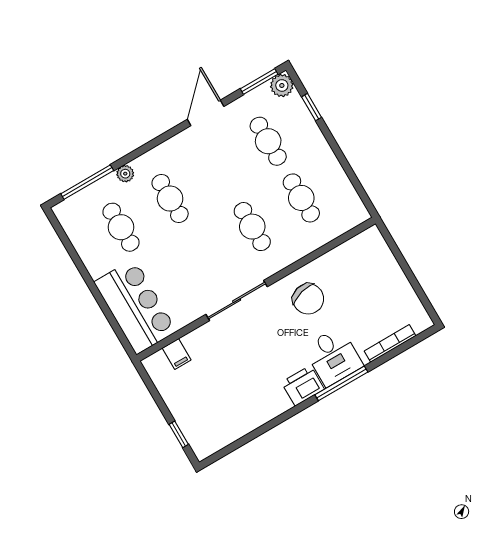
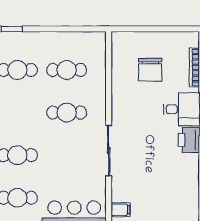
chair: (308, 299) -> (150, 70), moved, turned 105

